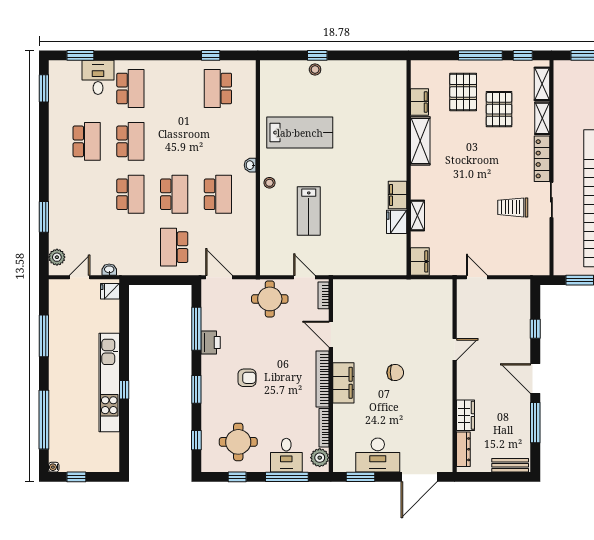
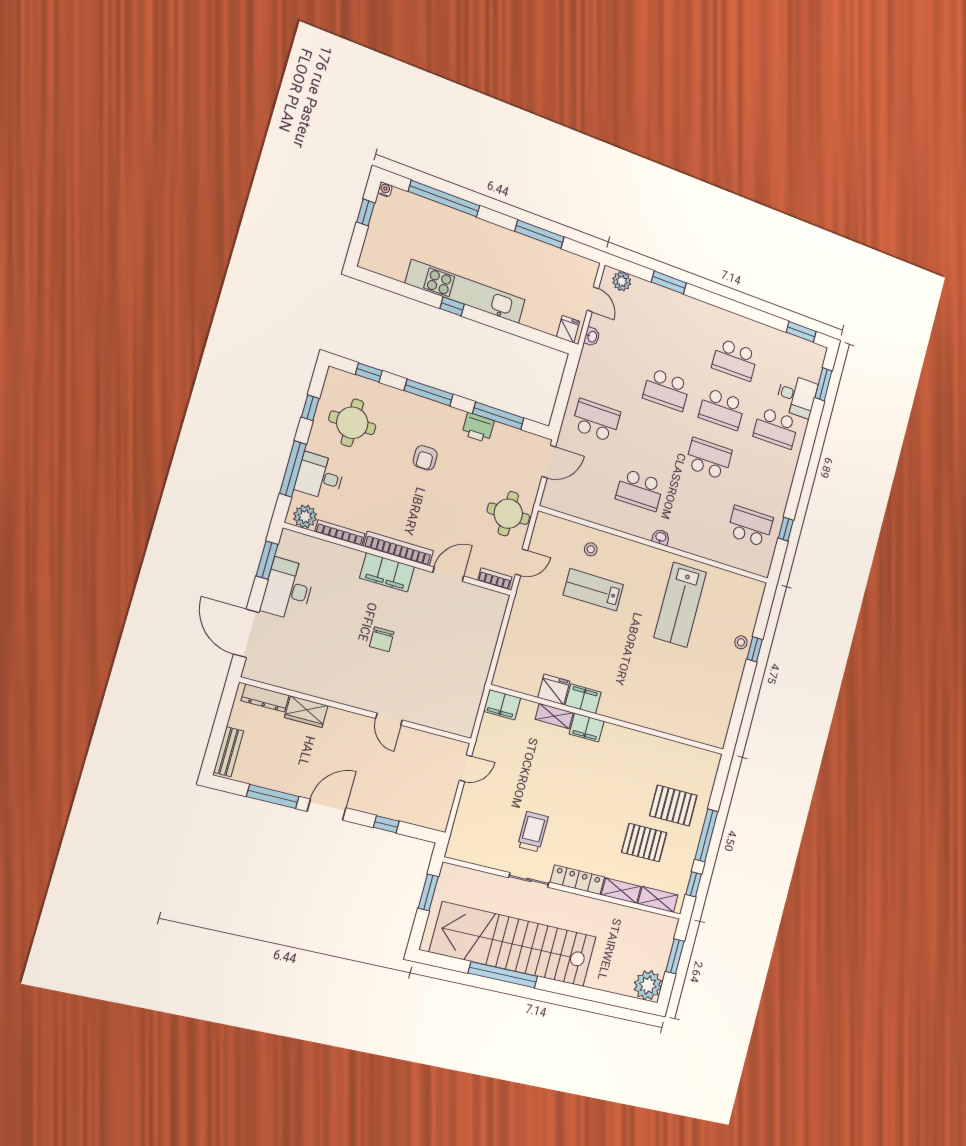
filing cabinet: (419, 102) -> (587, 728), moved
shelving: (420, 141) -> (634, 742), removed
stool: (269, 183) -> (591, 549), moved
school desk: (174, 194) -> (709, 459), moved, turned 180
window: (196, 389) -> (429, 392), width x1.44

